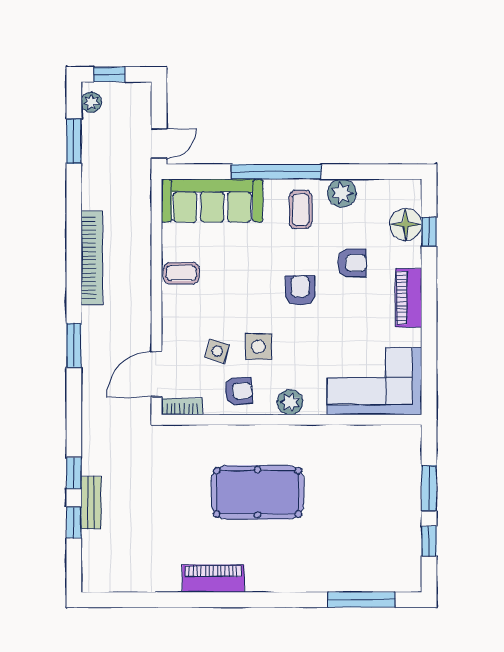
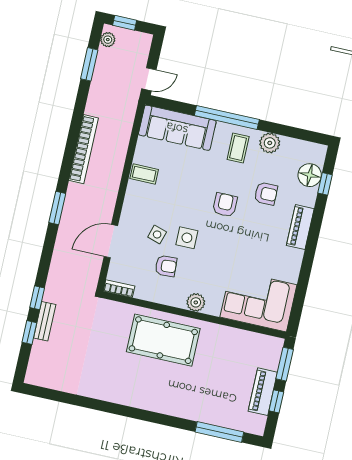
corner sofa: (374, 381) -> (258, 301), moved
plant: (290, 402) -> (196, 302), moved
bookcase: (182, 407) -> (119, 289), moved
wall: (292, 420) -> (194, 315), moved
piano: (213, 579) -> (263, 392), moved, turned -90

